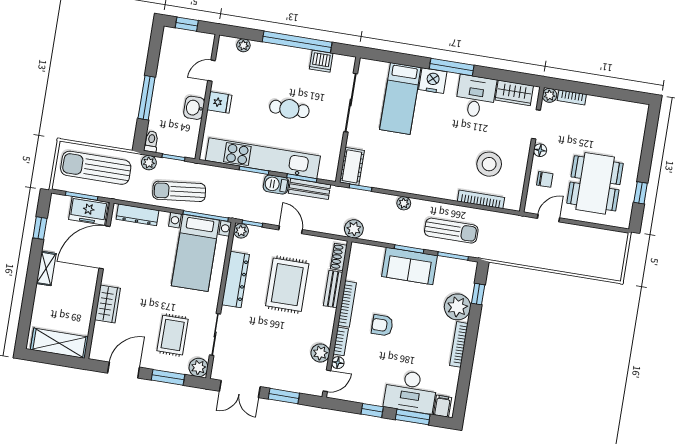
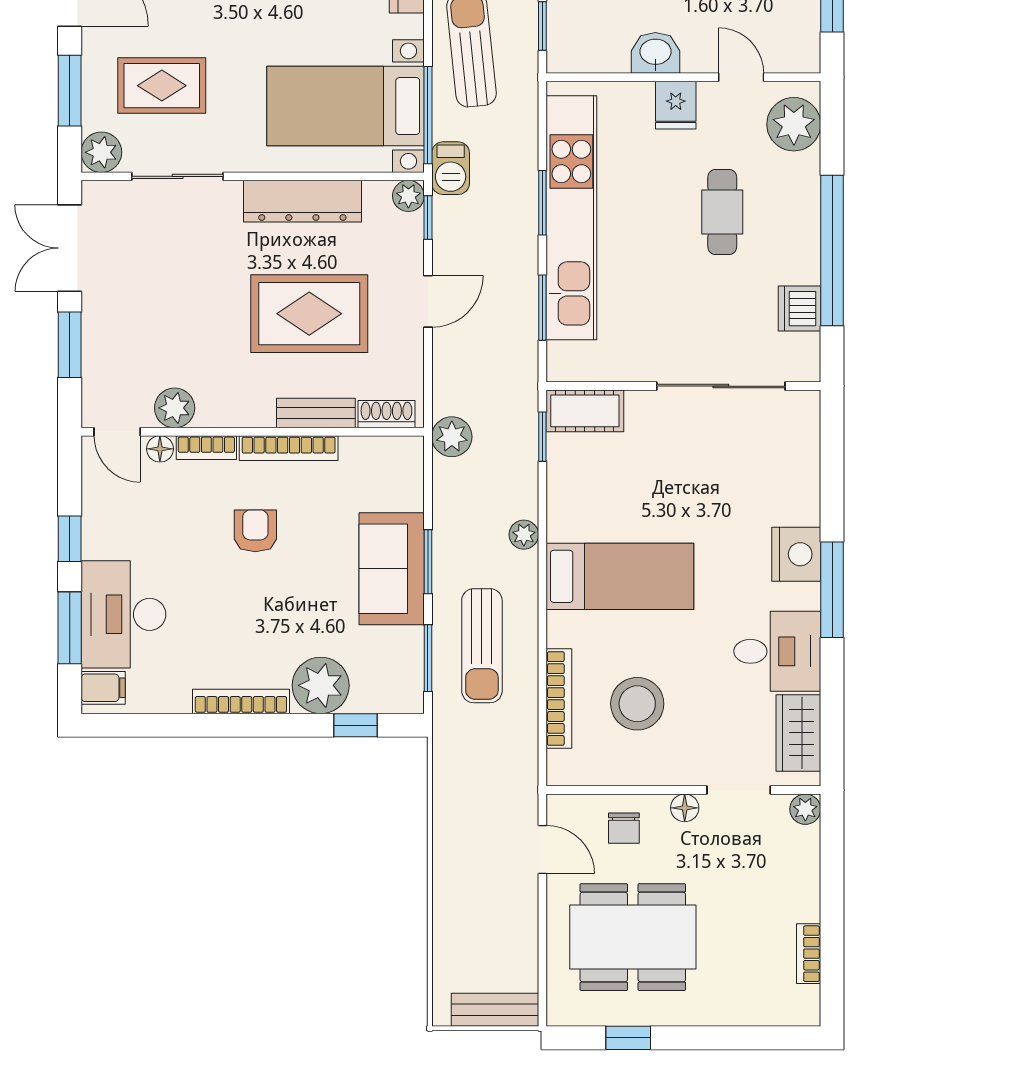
plant: (243, 45) -> (794, 124), width x1.88, depth x1.88
bookcase: (572, 97) -> (809, 954), moved
bed: (400, 99) -> (620, 576), moved, turned 180
cafe table: (289, 109) -> (722, 212), moved
barbecue: (276, 185) -> (451, 168), moved, turned 180
bench: (309, 189) -> (495, 1010), moved, turned 90

